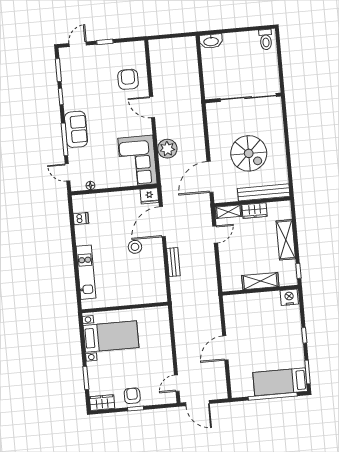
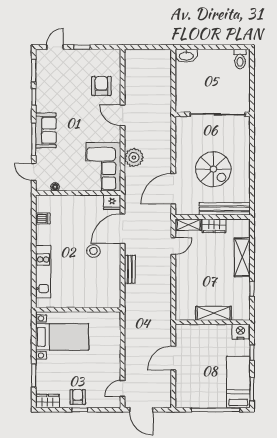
shelving: (260, 281) -> (214, 313), moved
wall: (260, 290) -> (213, 322), moved
nightstand: (289, 297) -> (240, 332), moved
bed: (280, 382) -> (238, 382), moved, turned 90

